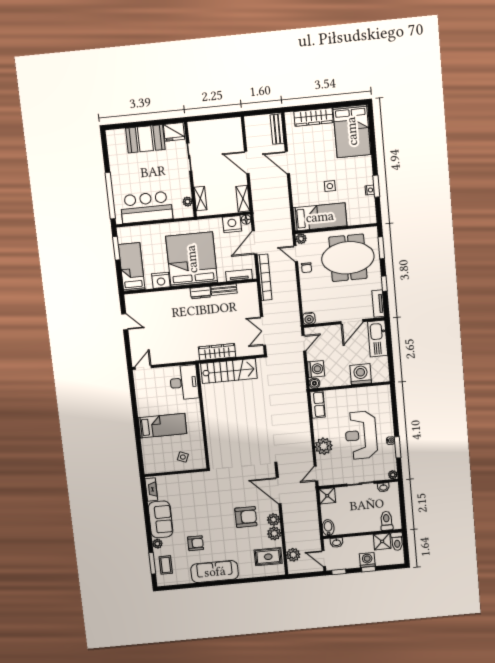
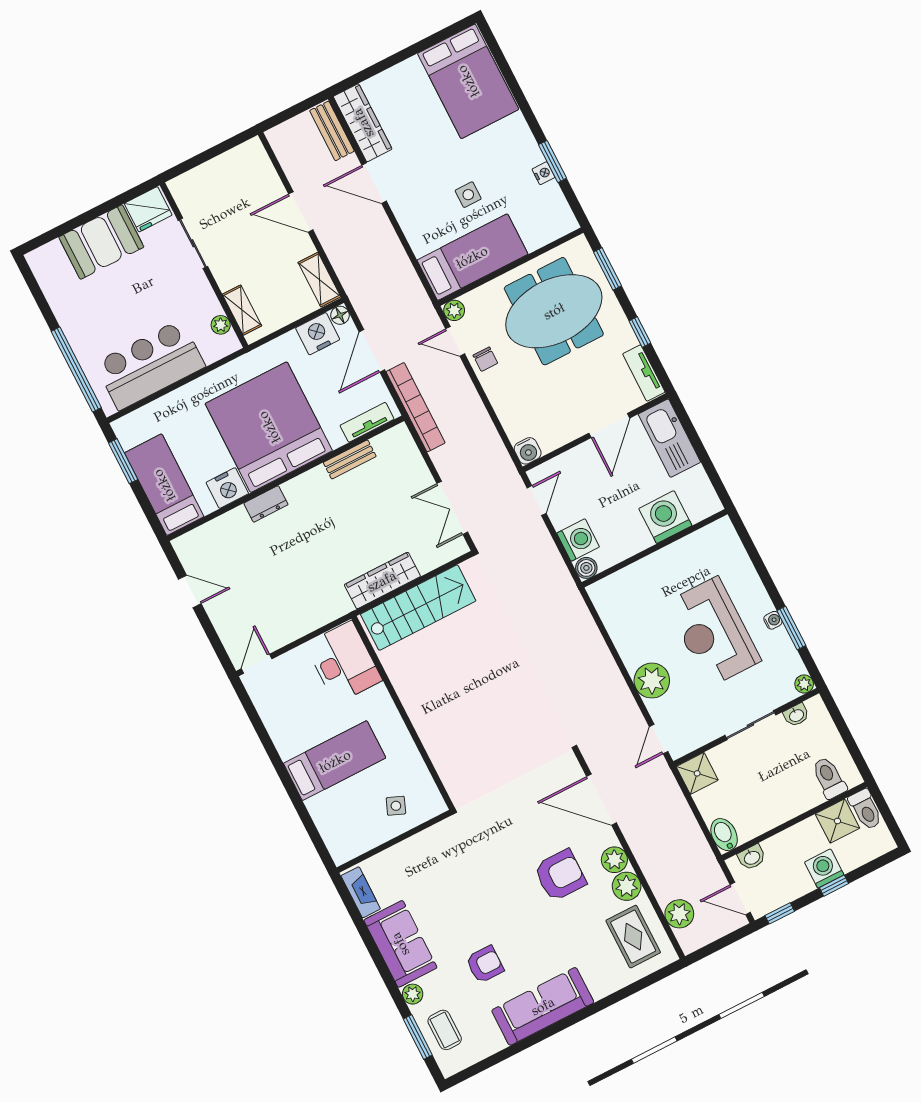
wardrobe: (314, 117) -> (363, 123), moved, turned -90
dresser: (201, 293) -> (266, 504), moved
row of seats: (318, 404) -> (608, 606), removed
rug: (268, 557) -> (633, 937), turned 90

